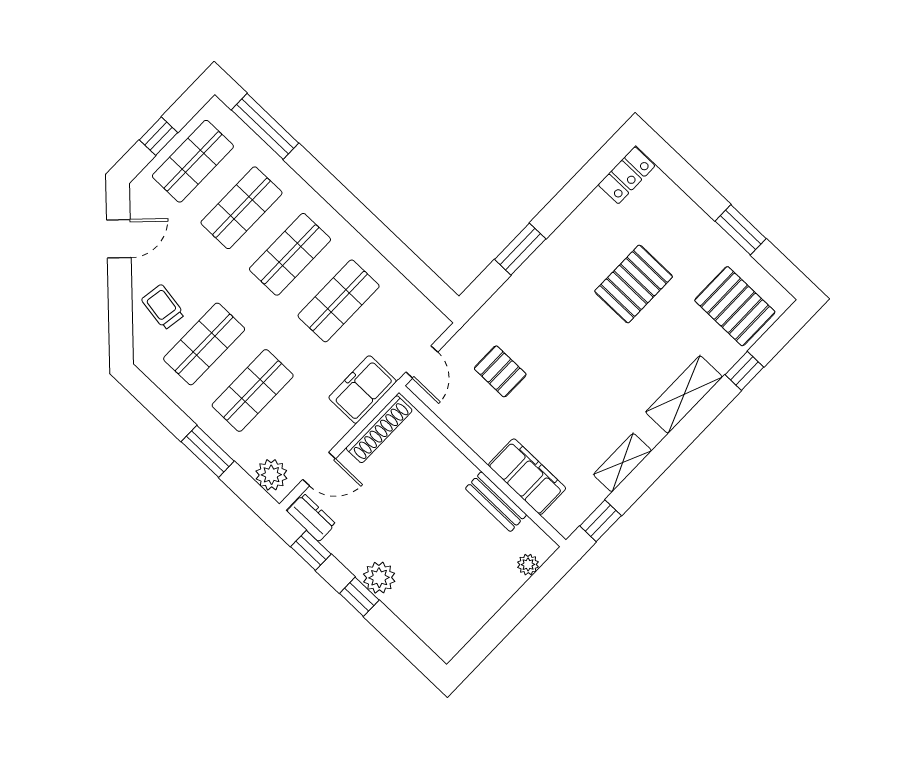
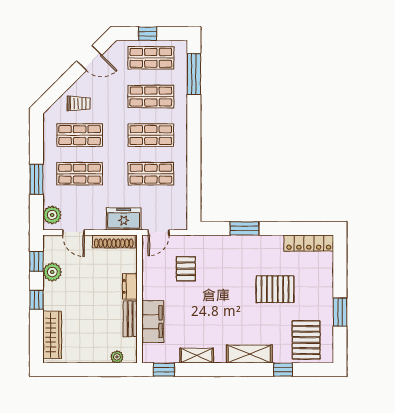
locker: (627, 175) -> (309, 243), width x1.53
trolley: (163, 307) -> (79, 103), turned 81
dresser: (311, 518) -> (130, 286), moved, turned 180
plant: (379, 578) -> (52, 272), moved
wardrobe: (422, 619) -> (52, 335), added

